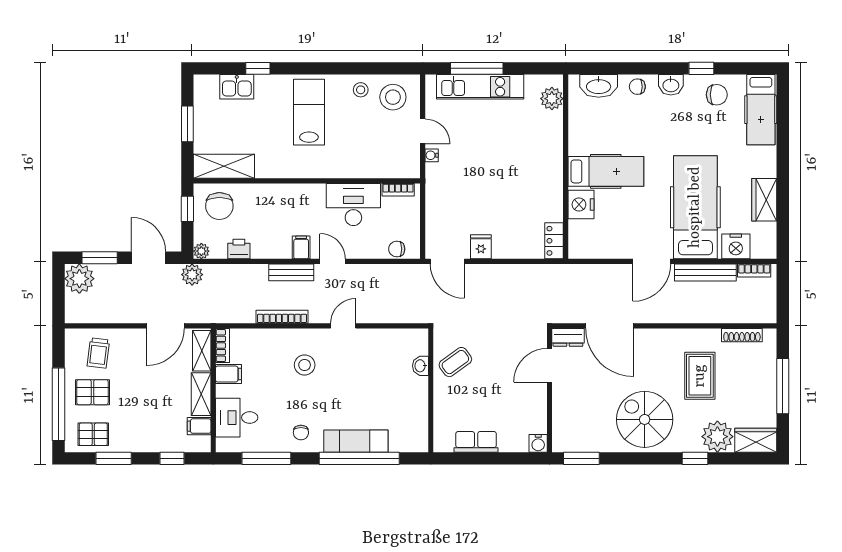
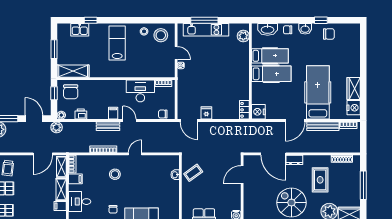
hospital bed: (761, 110) -> (270, 56), moved, turned -90
nightstand: (581, 204) -> (258, 112), moved
nightstand: (736, 246) -> (354, 108), moved, turned -90
dresser: (568, 337) -> (294, 160), moved

